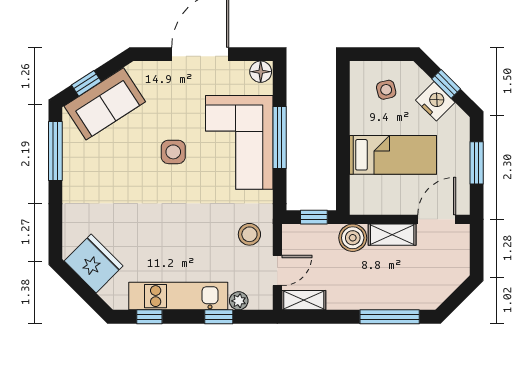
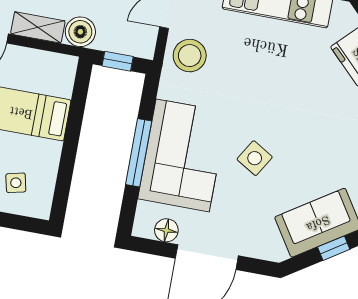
floor lamp: (261, 72) -> (166, 230), moved
side table: (173, 152) -> (255, 158), turned 31
stool: (249, 234) -> (190, 56), width x1.38, depth x1.38

